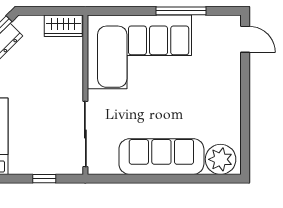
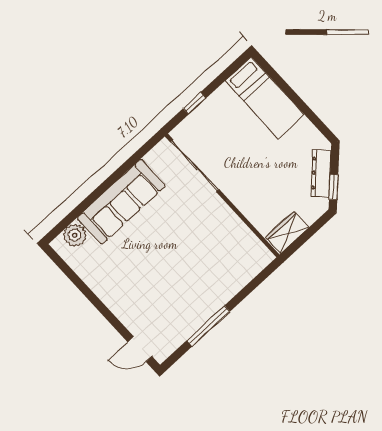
corner sofa: (139, 52) -> (211, 266), removed
plant: (221, 159) -> (75, 235), width x0.73, depth x0.73

